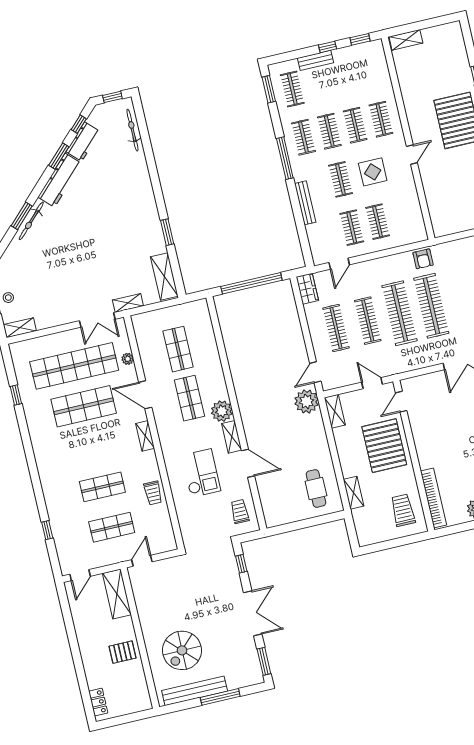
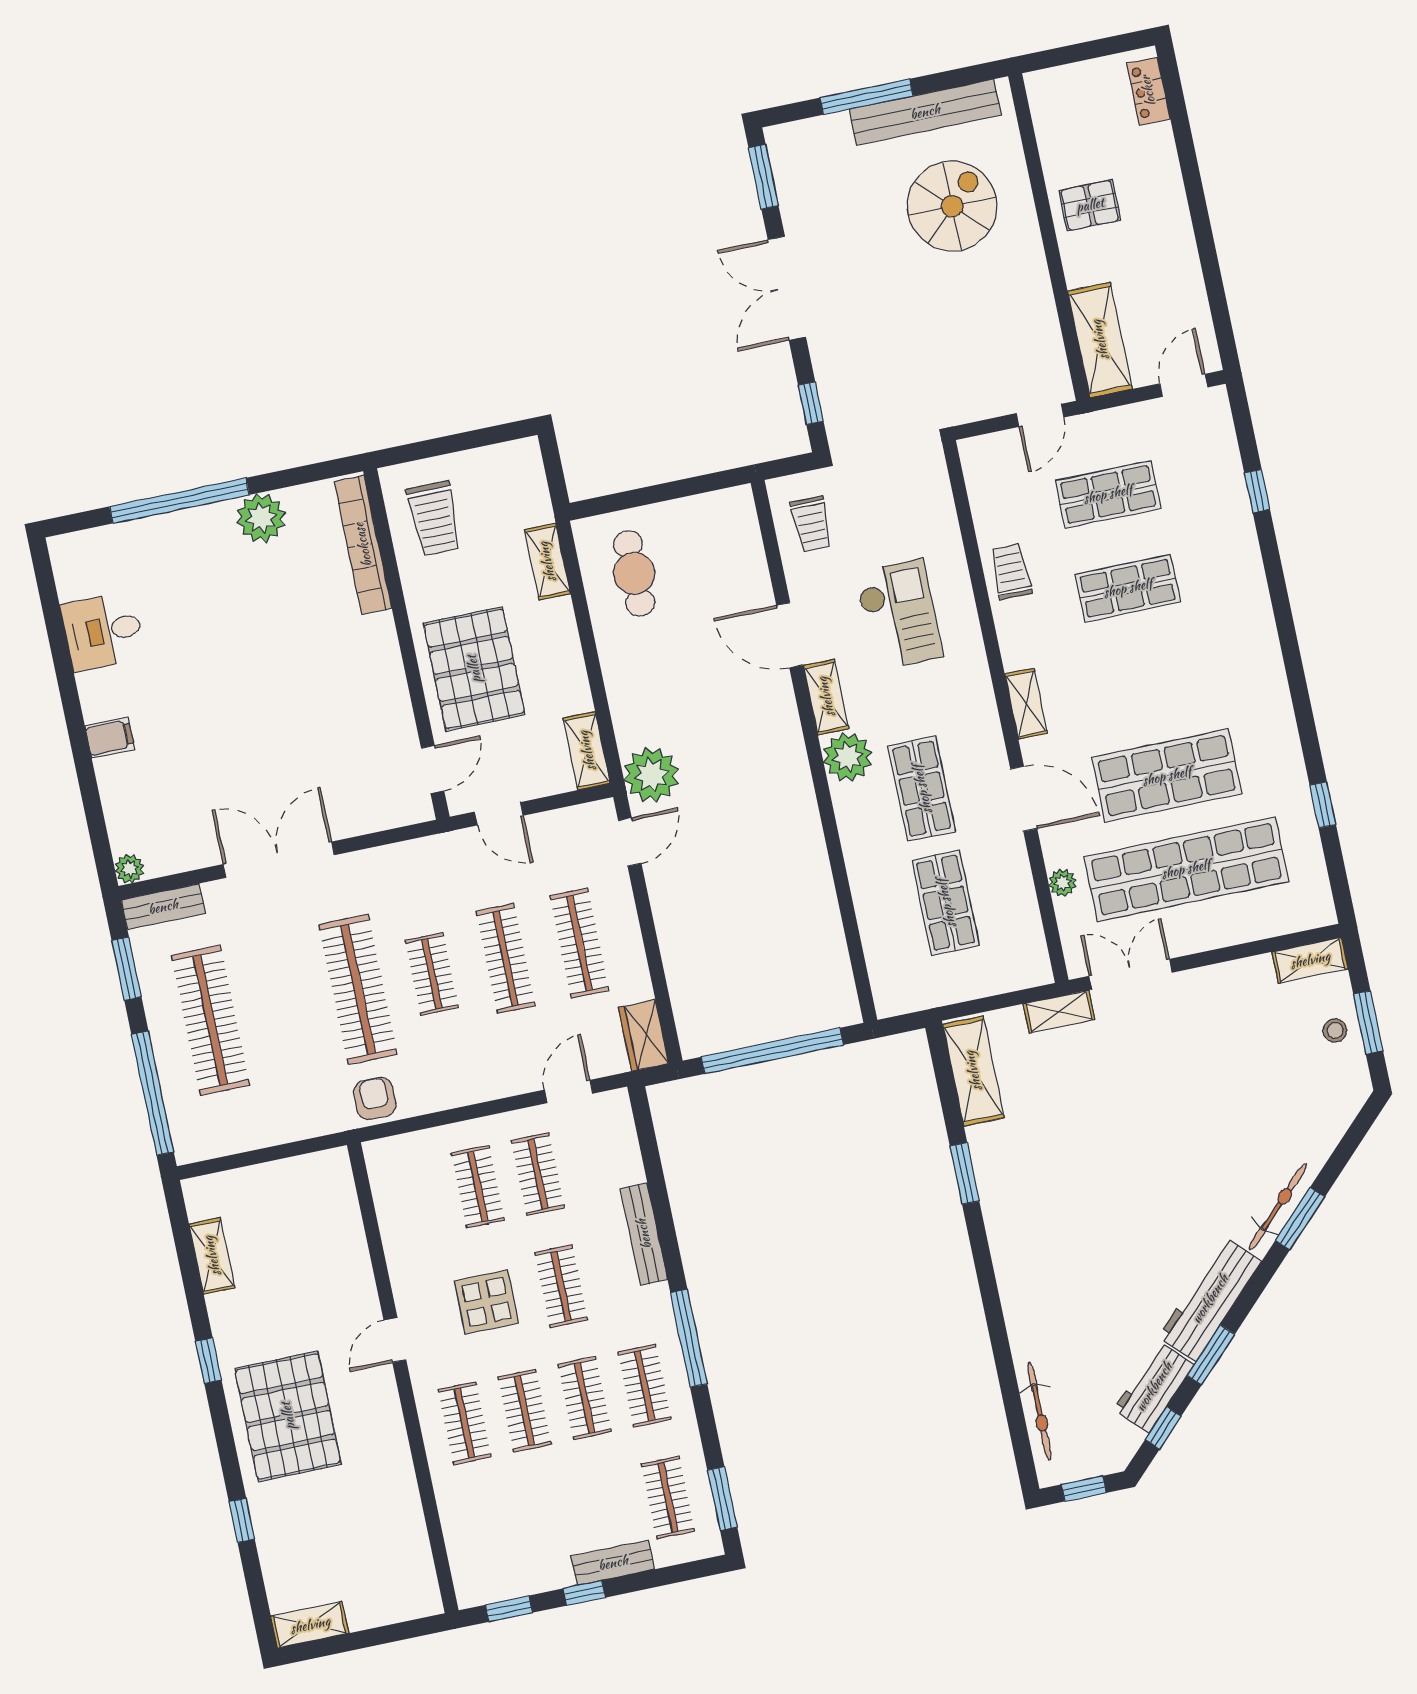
shelving: (406, 40) -> (310, 1625), moved
clothes rail: (400, 313) -> (432, 974), width x0.54, depth x0.76
checkout: (201, 473) -> (899, 615), turned 180

